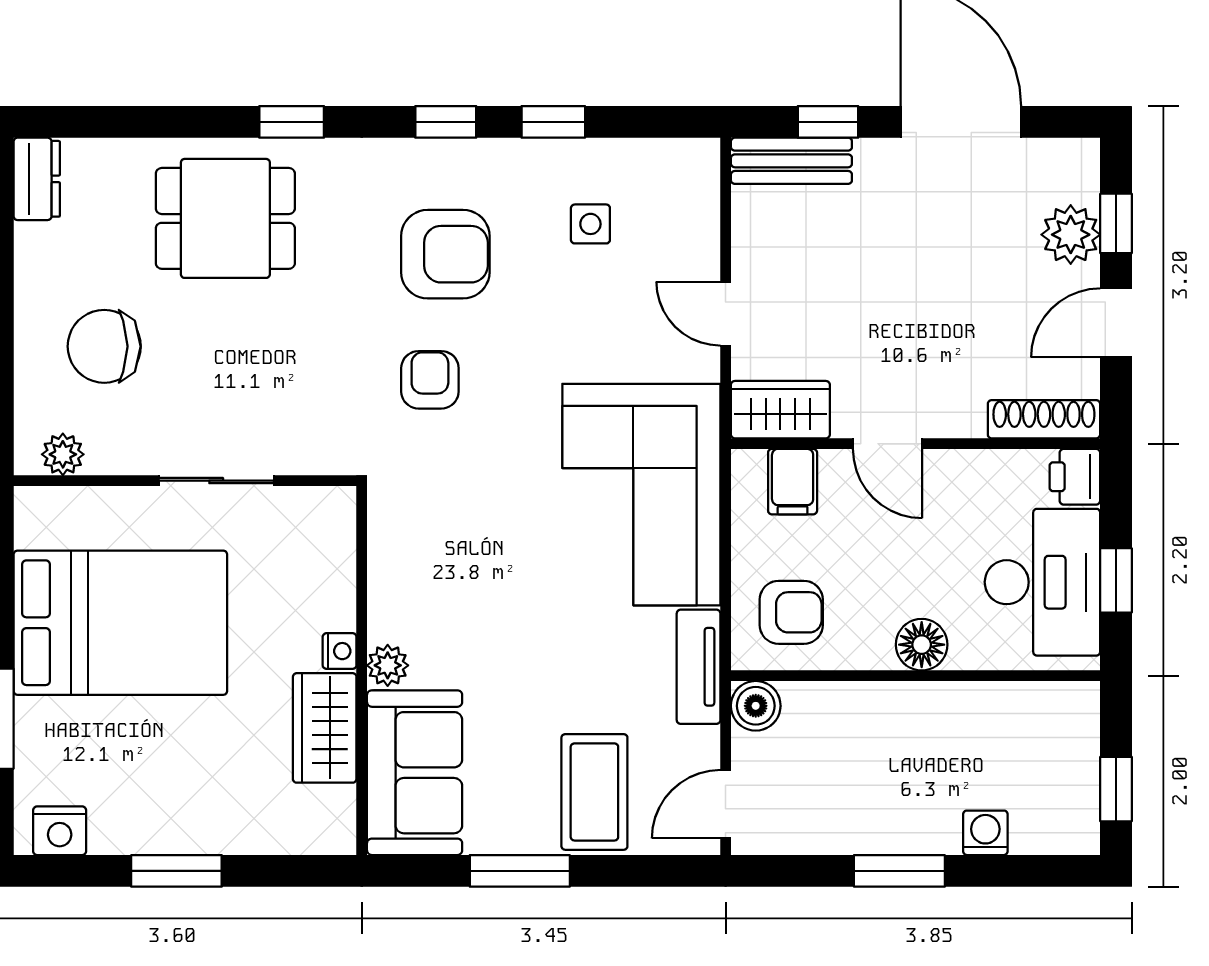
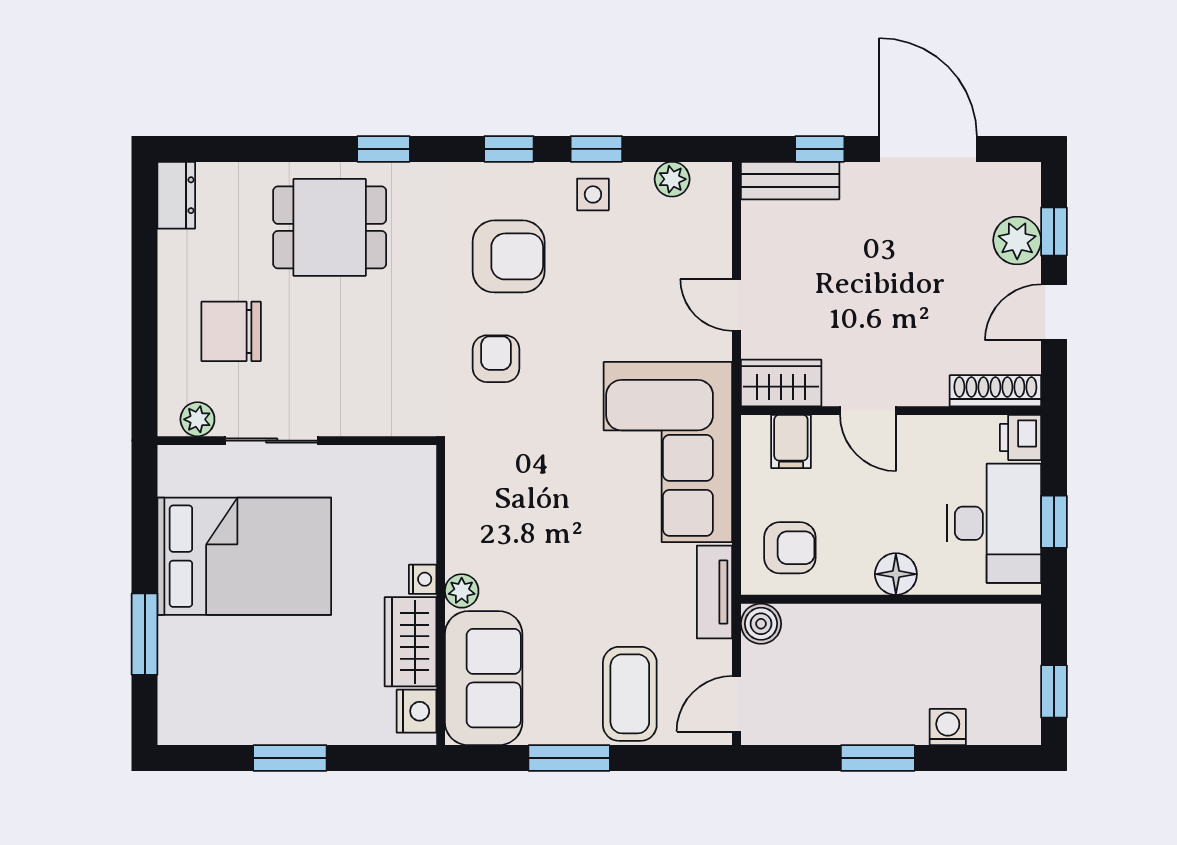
plant: (646, 159) -> (672, 179), added
side table: (590, 224) -> (593, 194), moved
sliding door: (216, 481) -> (272, 441), moved
nightstand: (60, 831) -> (416, 711), moved, turned -90

